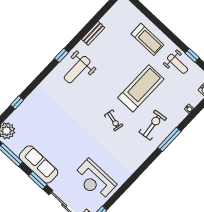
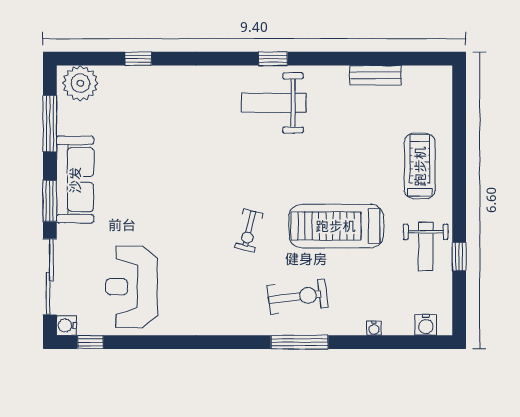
bench: (93, 33) -> (376, 75), moved
treadmill: (147, 39) -> (420, 166), turned 180
treadmill: (141, 88) -> (336, 226), turned 180

